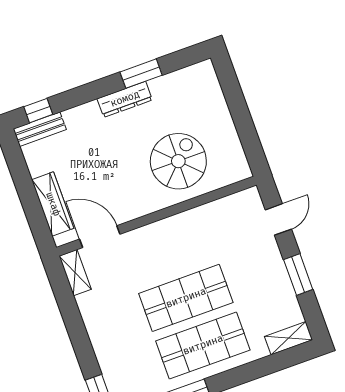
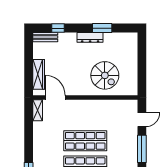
window: (38, 111) -> (58, 28), moved
spiral stairs: (178, 161) -> (105, 75), turned 90
window: (298, 275) -> (142, 149), width x1.44

